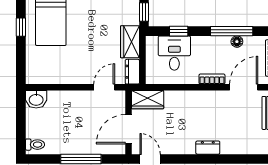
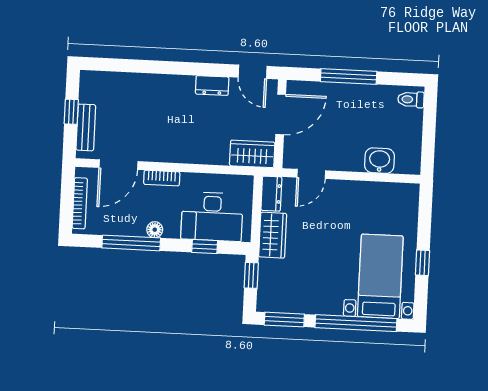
floor lamp: (237, 42) -> (155, 230), moved
desk: (174, 53) -> (212, 217), width x1.37
washbasin: (36, 99) -> (380, 161), moved
dresser: (208, 148) -> (212, 86), moved

